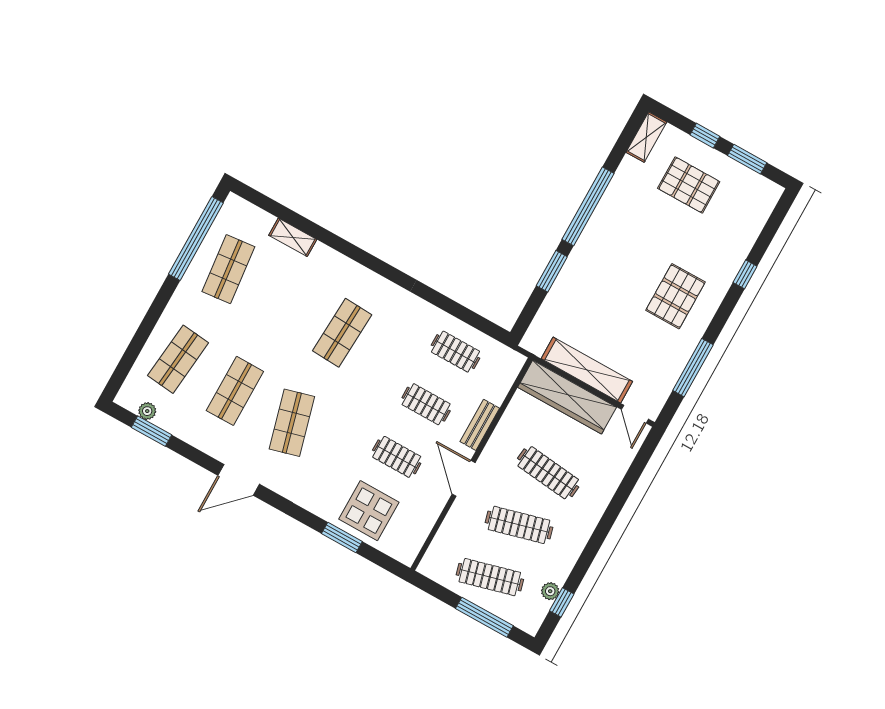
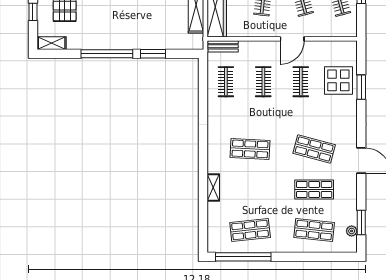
shelving: (293, 237) -> (213, 188), moved
shop shelf: (292, 423) -> (314, 149), turned 30
bench: (480, 425) -> (223, 46), moved

